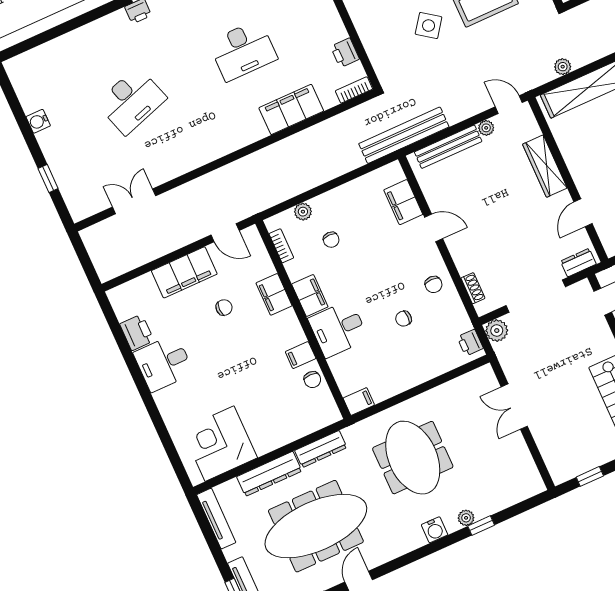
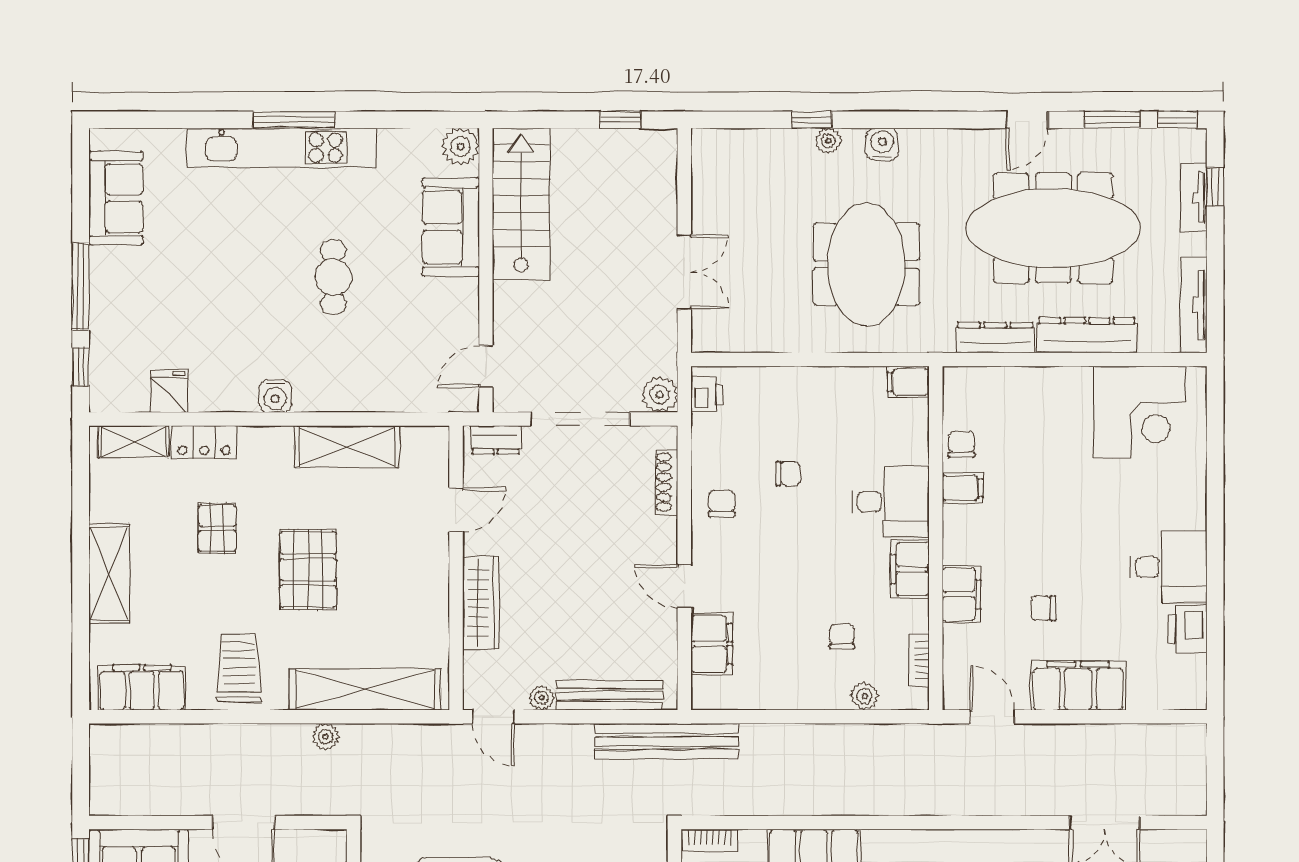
plant: (563, 67) -> (326, 737), moved
shoe rack: (473, 288) -> (667, 482), width x1.43

